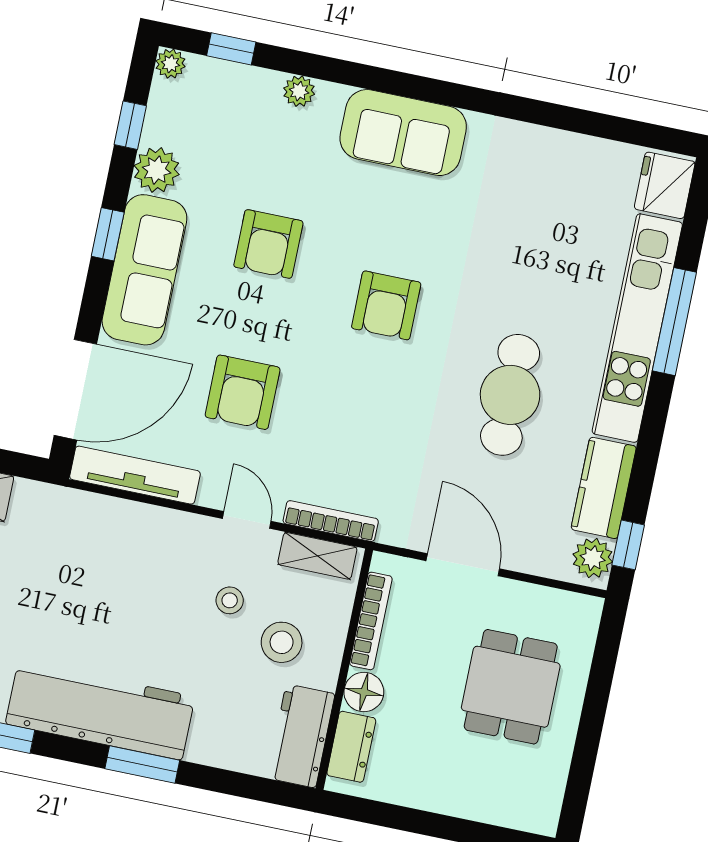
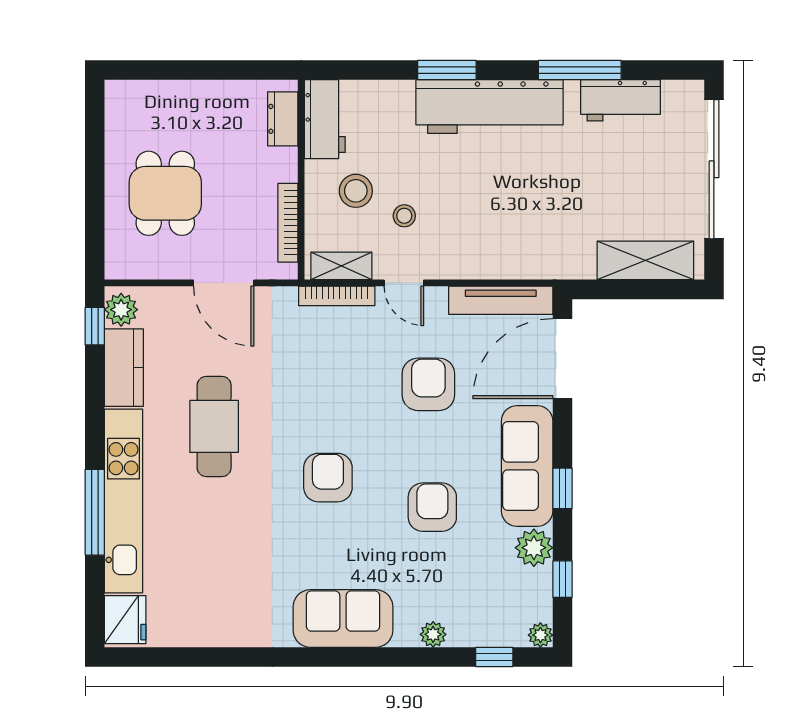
floor lamp: (364, 692) -> (282, 165), removed

